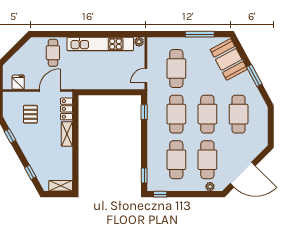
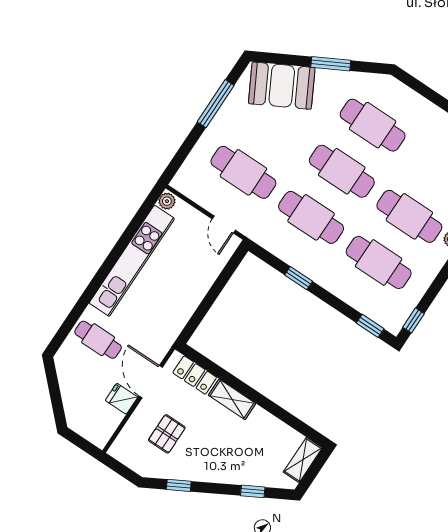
fridge: (18, 82) -> (122, 399), moved
window: (144, 112) -> (299, 278), moved
pallet: (30, 114) -> (167, 434), turned 90

